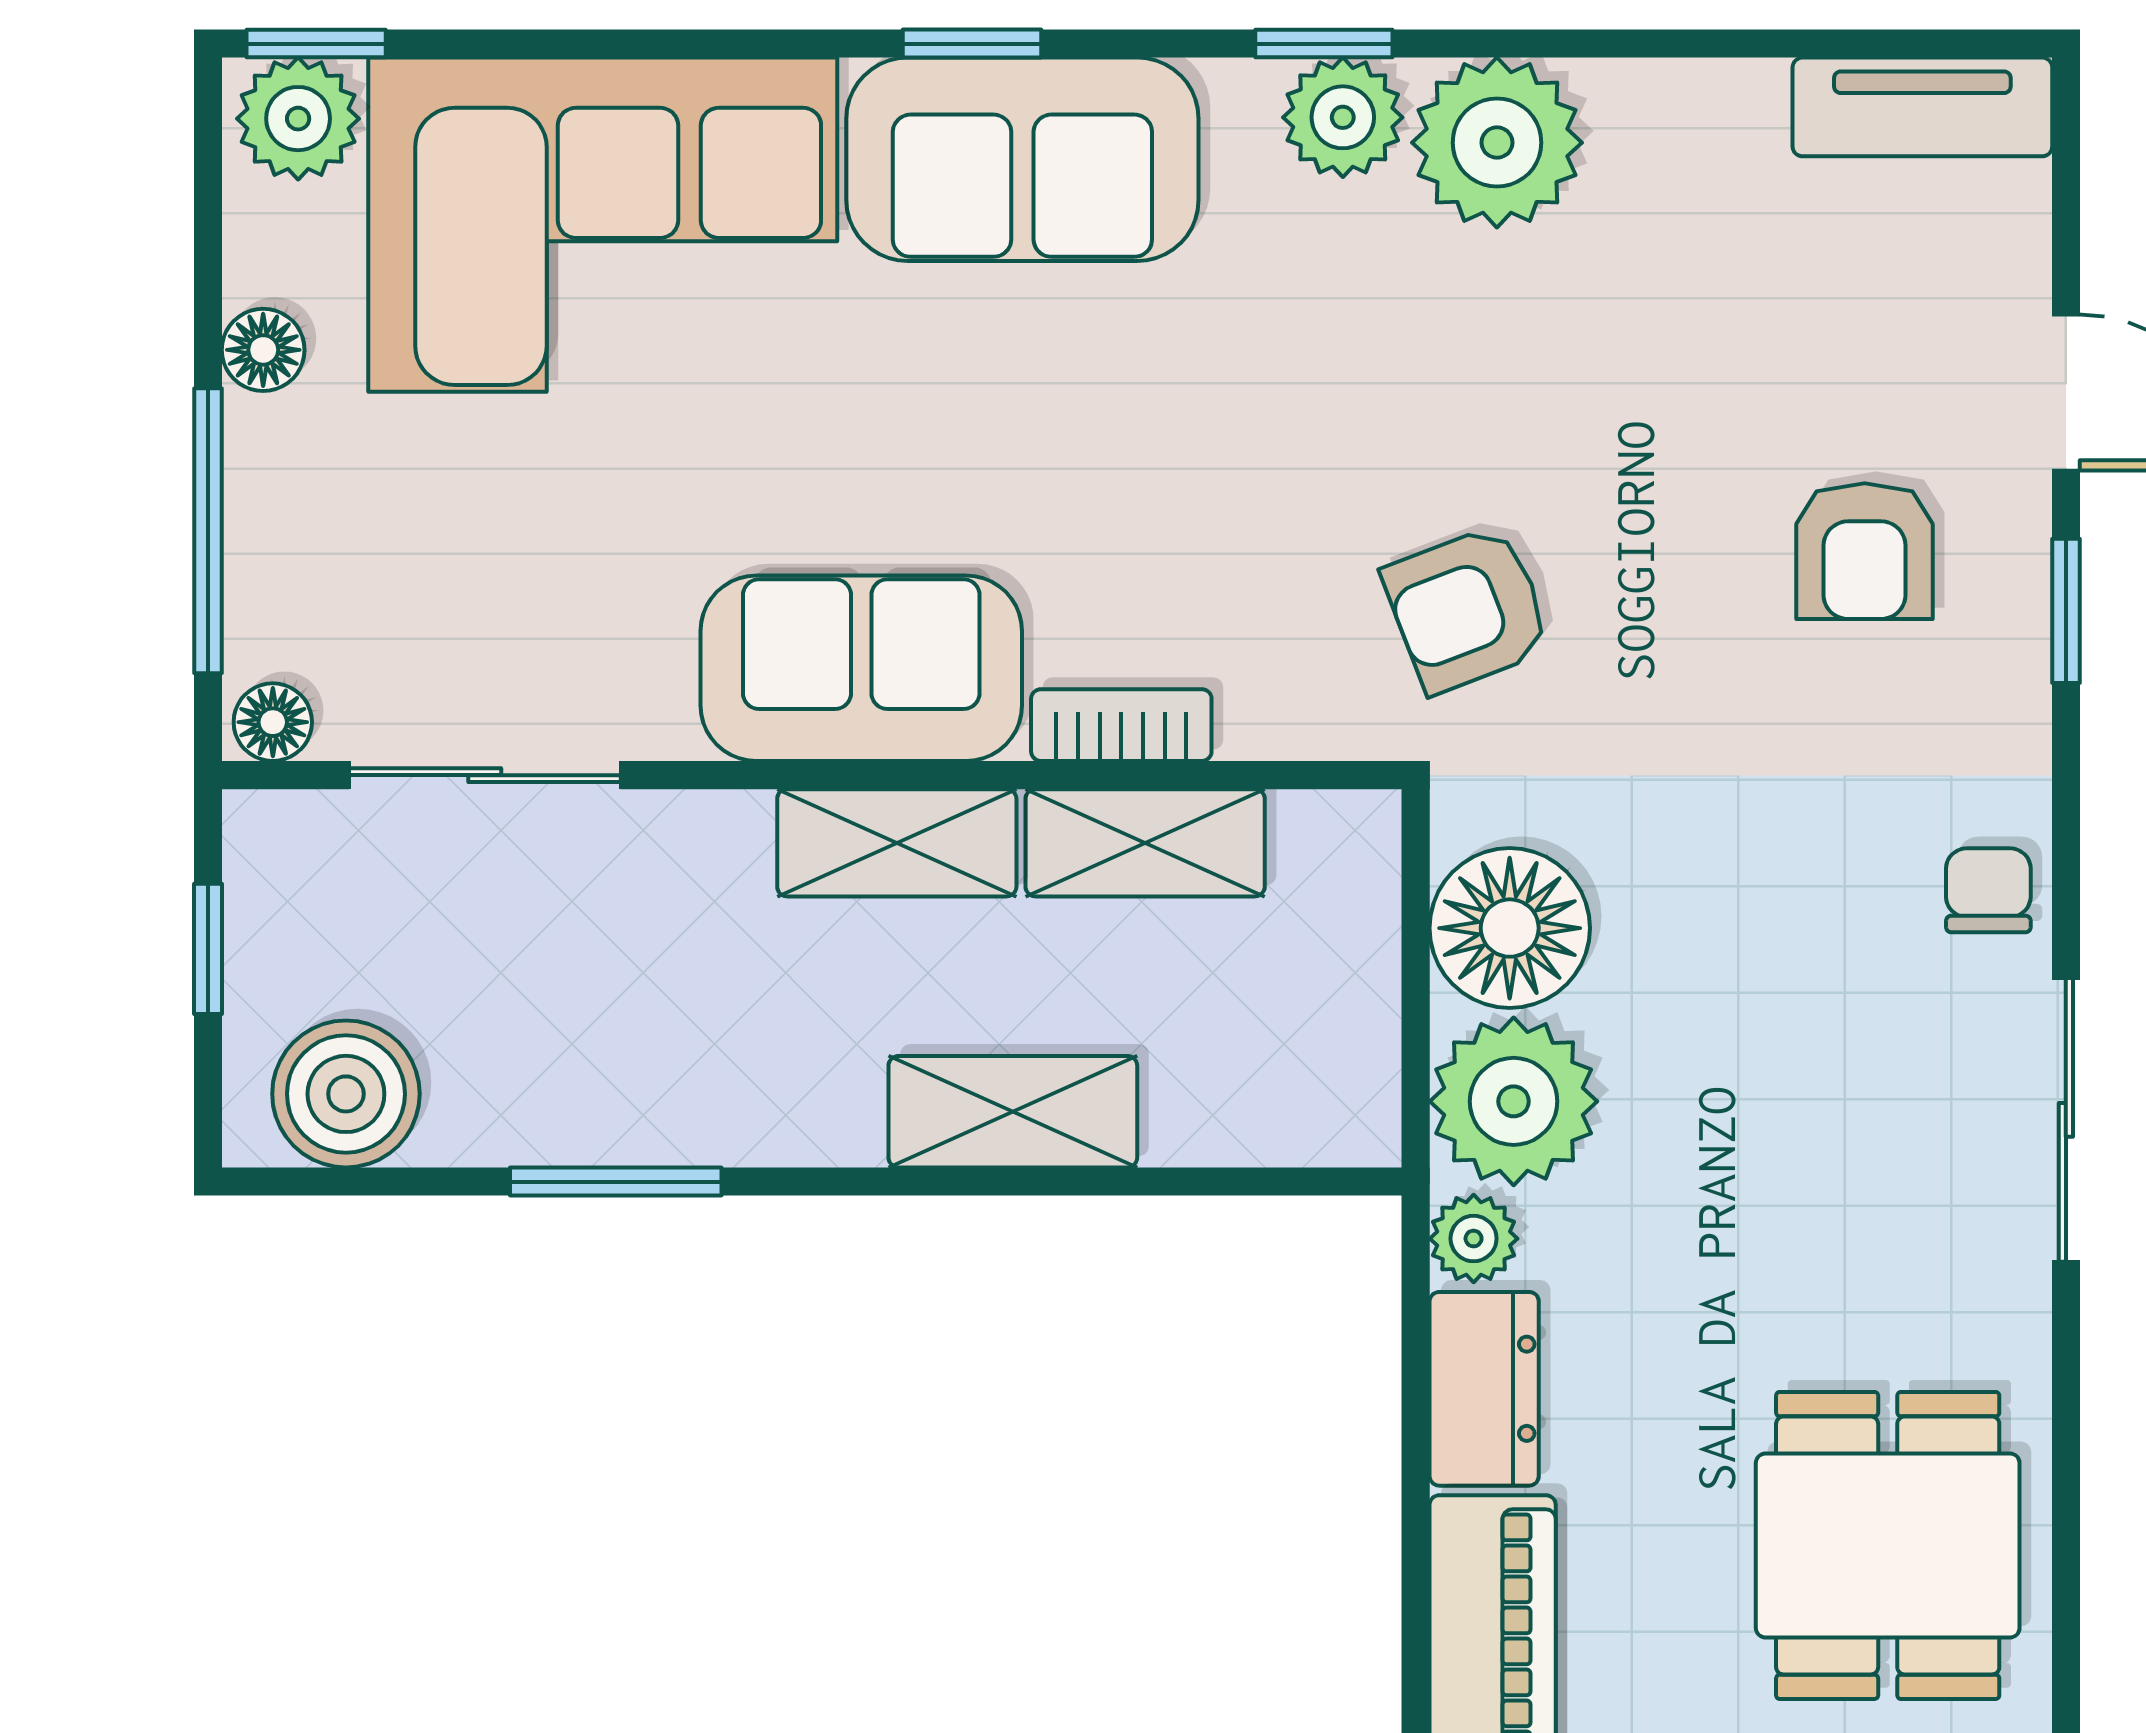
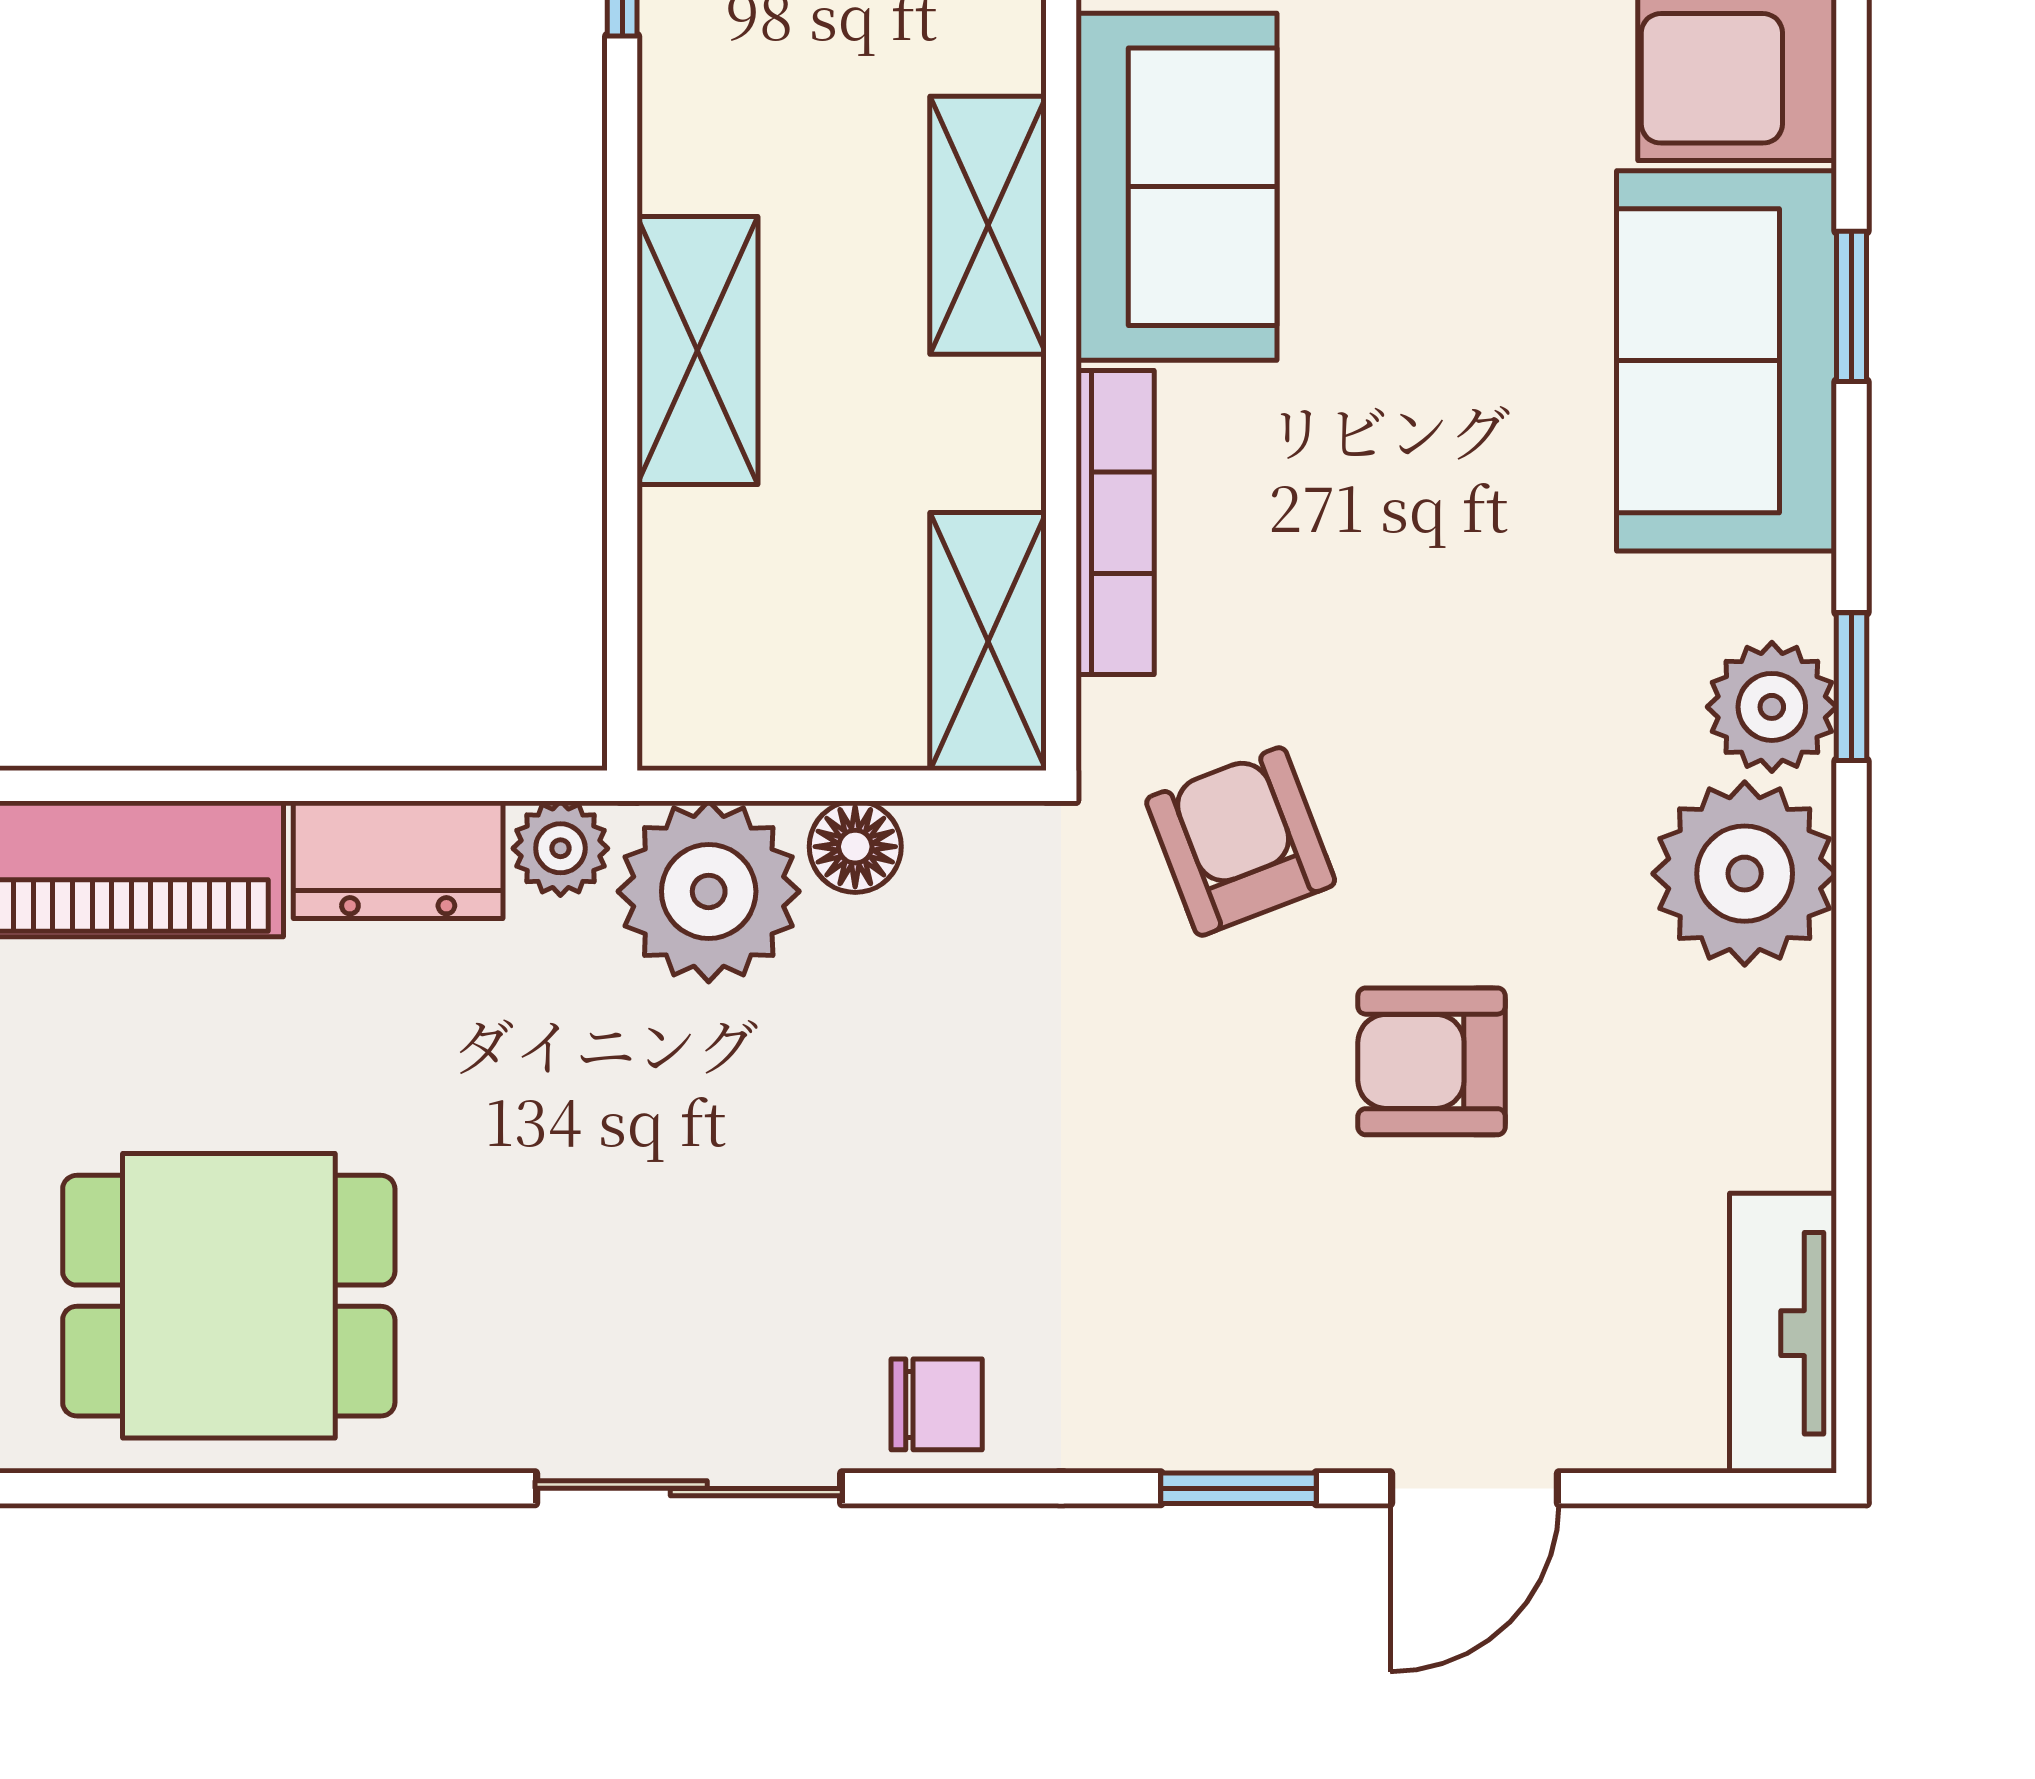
armchair: (1865, 551) -> (1432, 1061), moved
bookcase: (1121, 725) -> (1115, 523), width x1.56
shelving: (1145, 843) -> (988, 642), moved
floor lamp: (1510, 928) -> (855, 847), width x0.53, depth x0.53

